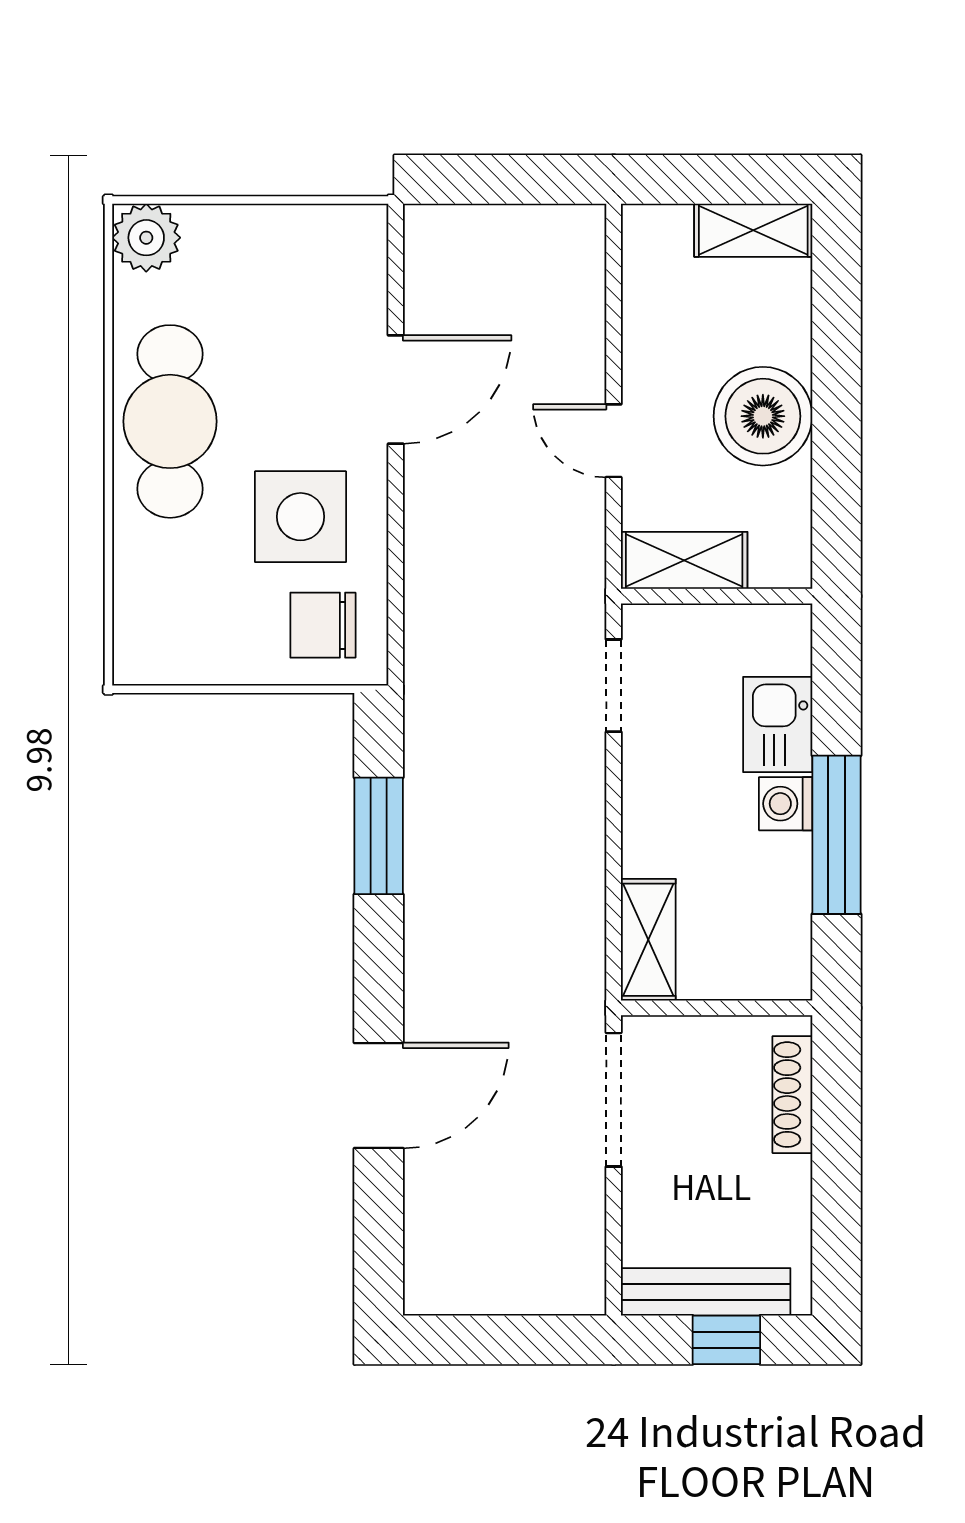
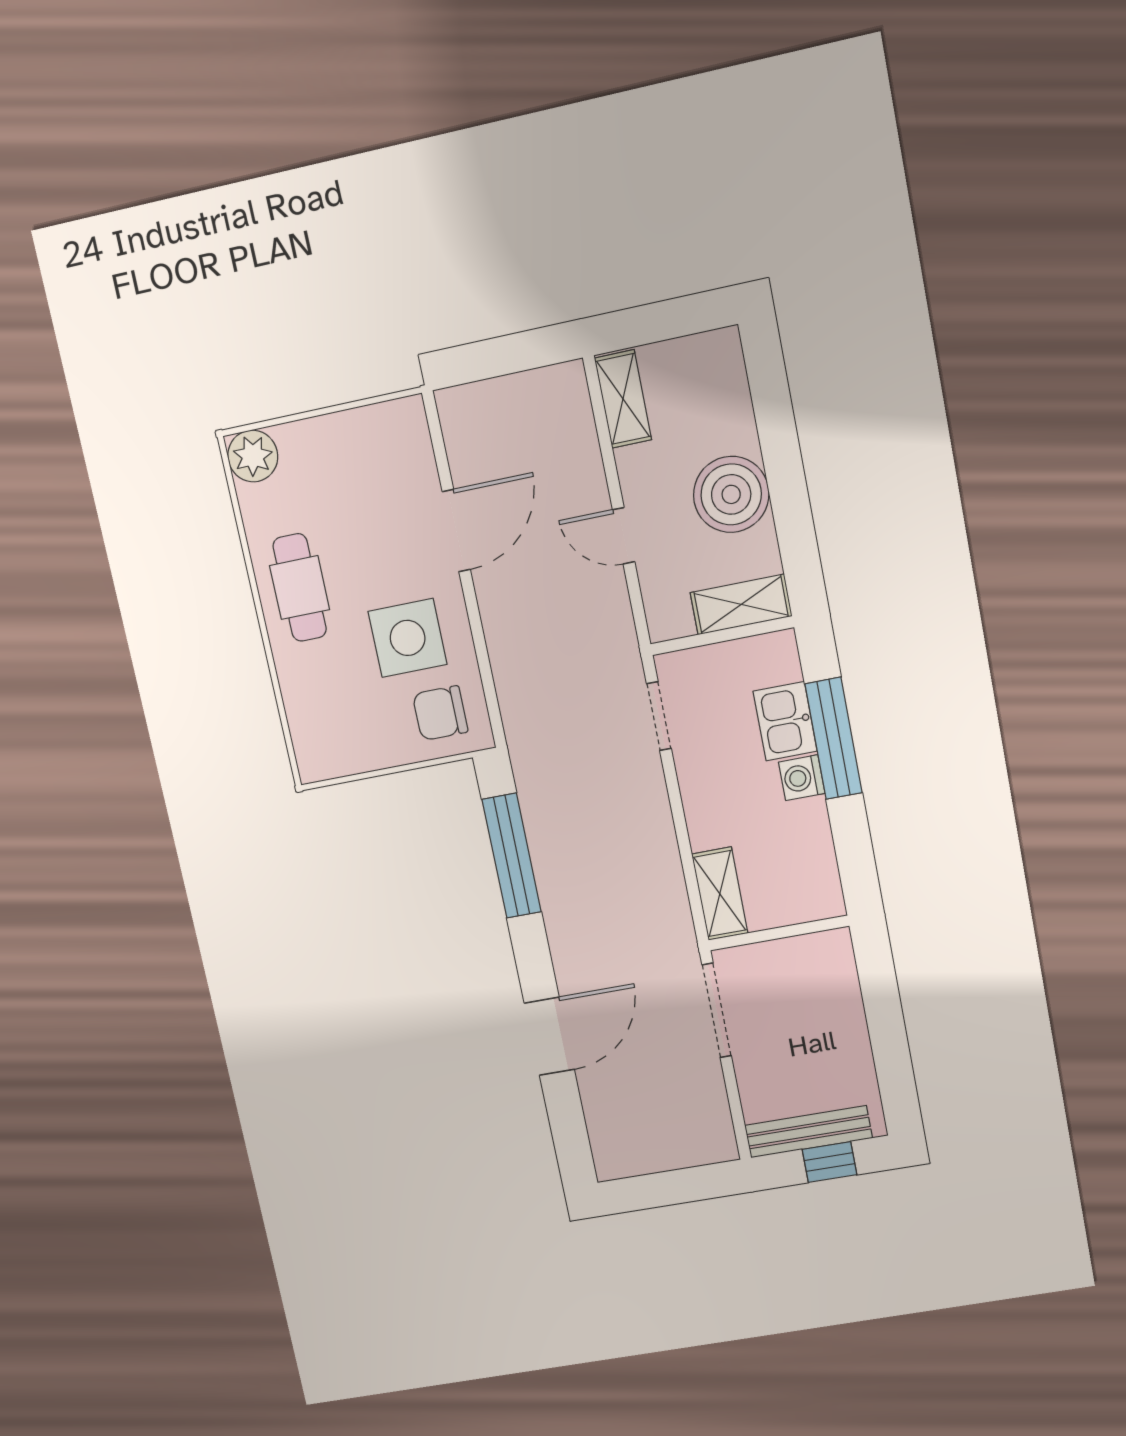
shelving: (753, 230) -> (623, 399), moved, turned 90
cafe table: (170, 421) -> (300, 588), width x0.73, depth x0.74
shelving: (684, 560) -> (741, 604), moved
window: (836, 835) -> (833, 738), moved
window: (379, 836) -> (511, 856), width x1.44
shoe rack: (792, 1095) -> (845, 984), removed

